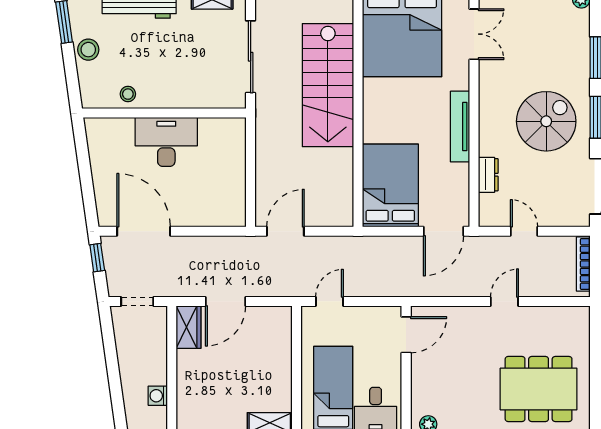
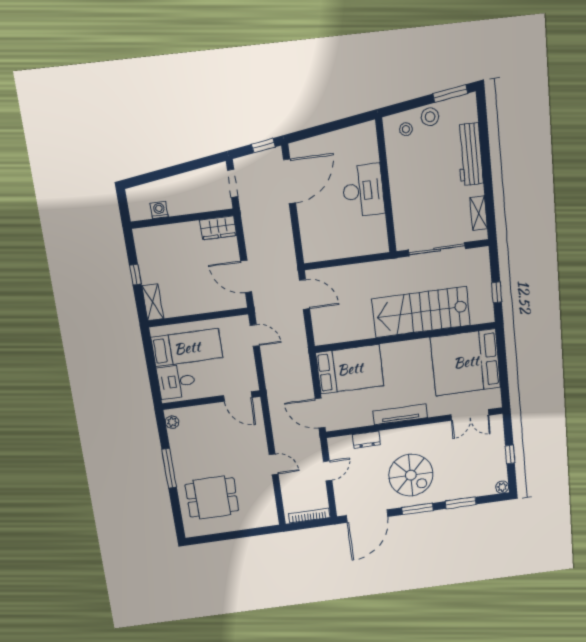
stool: (128, 94) -> (406, 129), moved
door: (226, 301) -> (246, 276), moved
dining table: (539, 389) -> (212, 498), width x0.73

